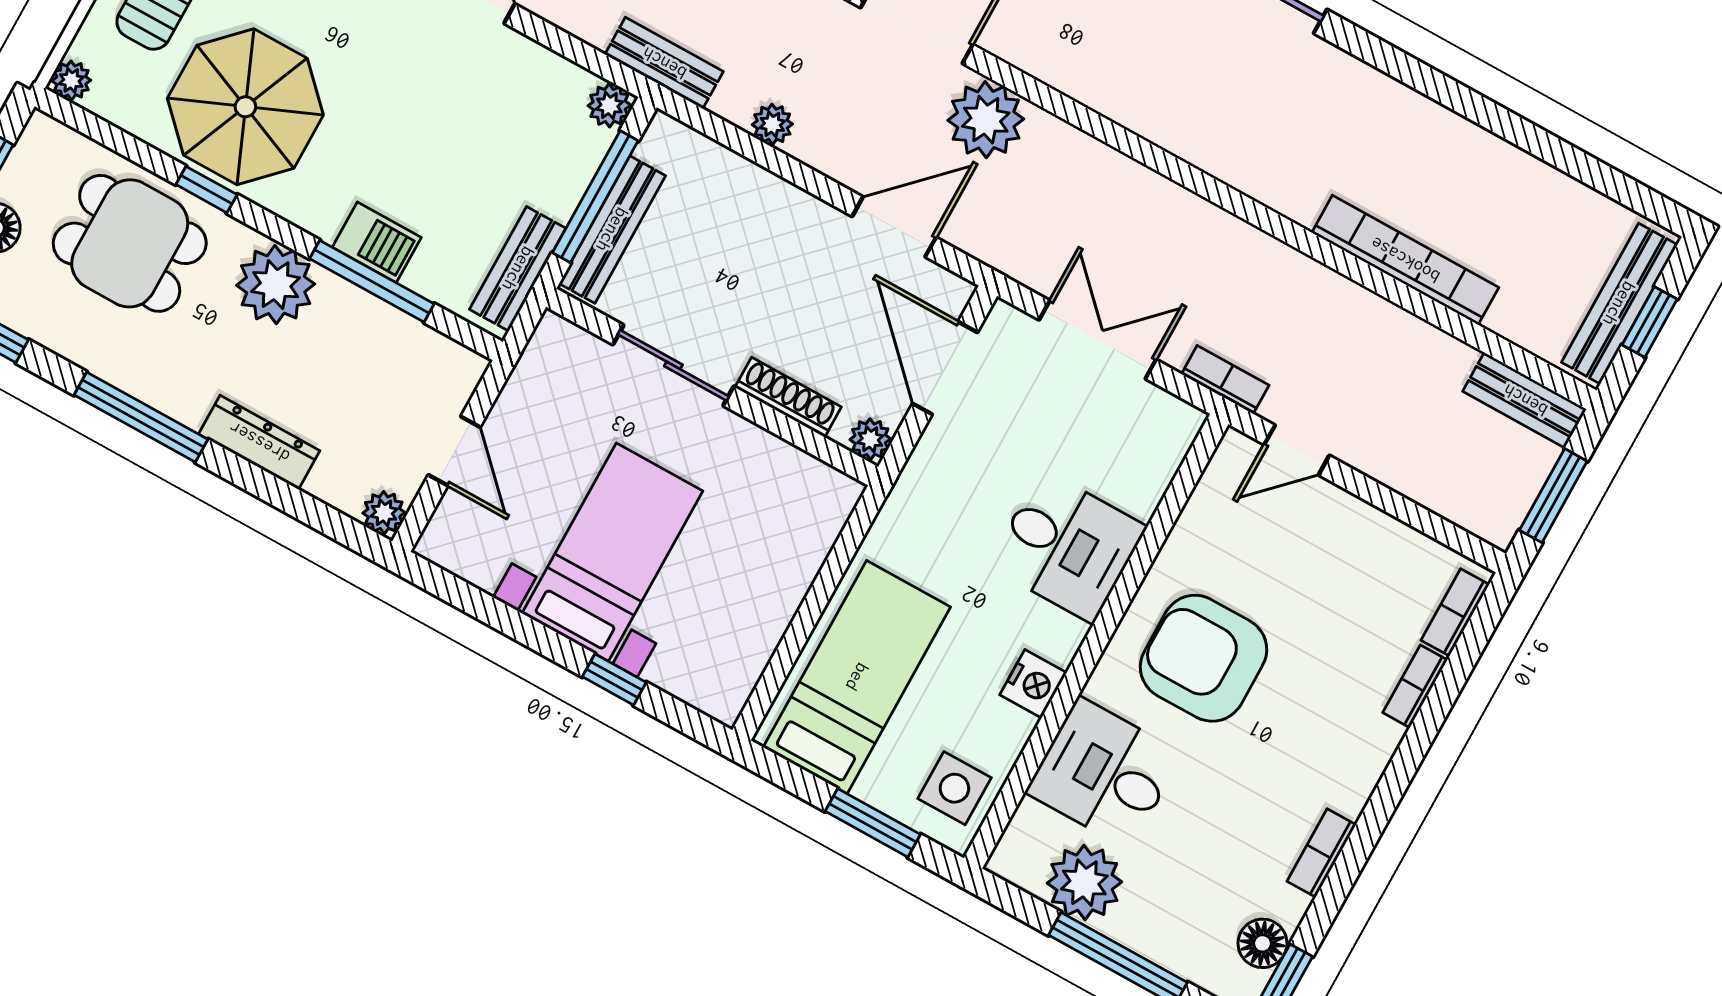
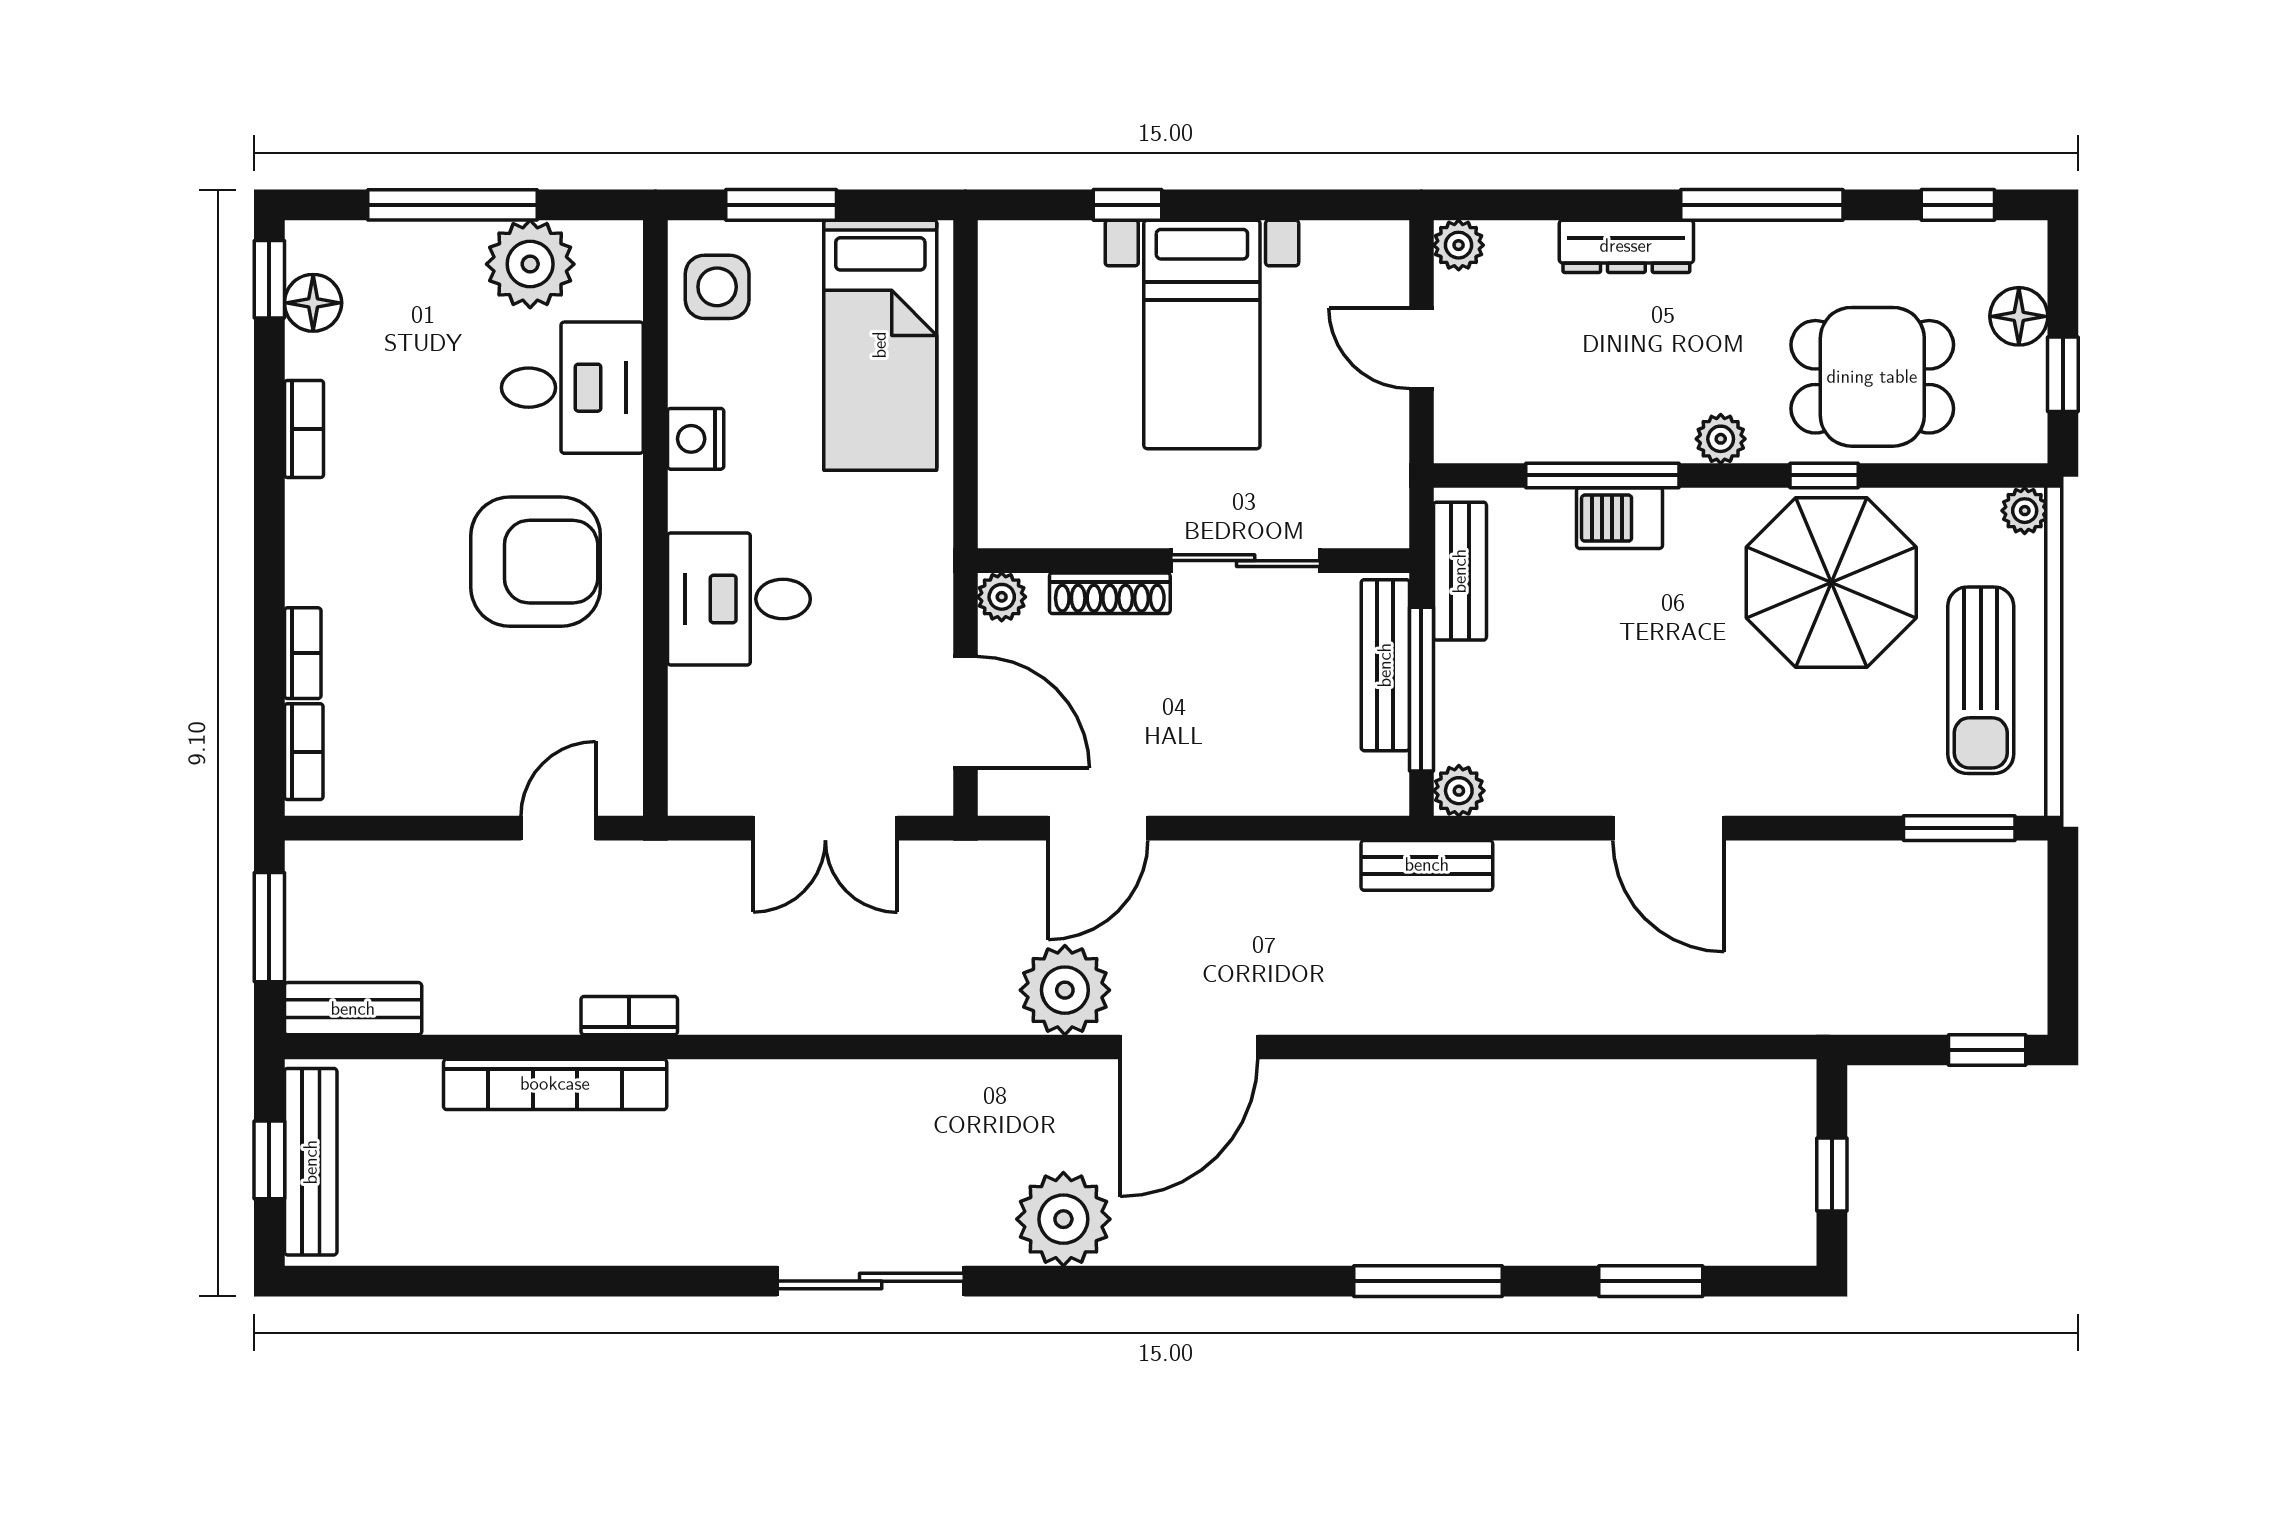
plant: (772, 124) -> (1281, 864), removed
plant: (276, 285) -> (1721, 439), width x0.53, depth x0.53
bookcase: (1225, 380) -> (629, 1016), moved, turned 180

